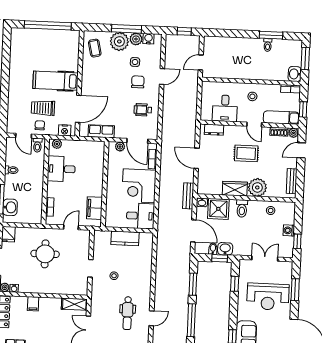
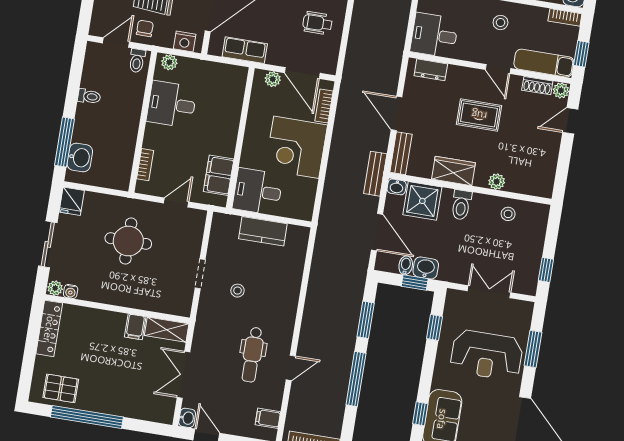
desk: (225, 108) -> (434, 35), moved, turned 90
door: (24, 136) -> (116, 42), swing flipped
bench: (292, 181) -> (401, 153), moved
plant: (257, 187) -> (497, 182), width x0.53, depth x0.53
desk: (140, 216) -> (258, 191), moved, turned 180
washing machine: (289, 230) -> (534, 250), removed
filing cabinet: (33, 304) -> (135, 327), moved

